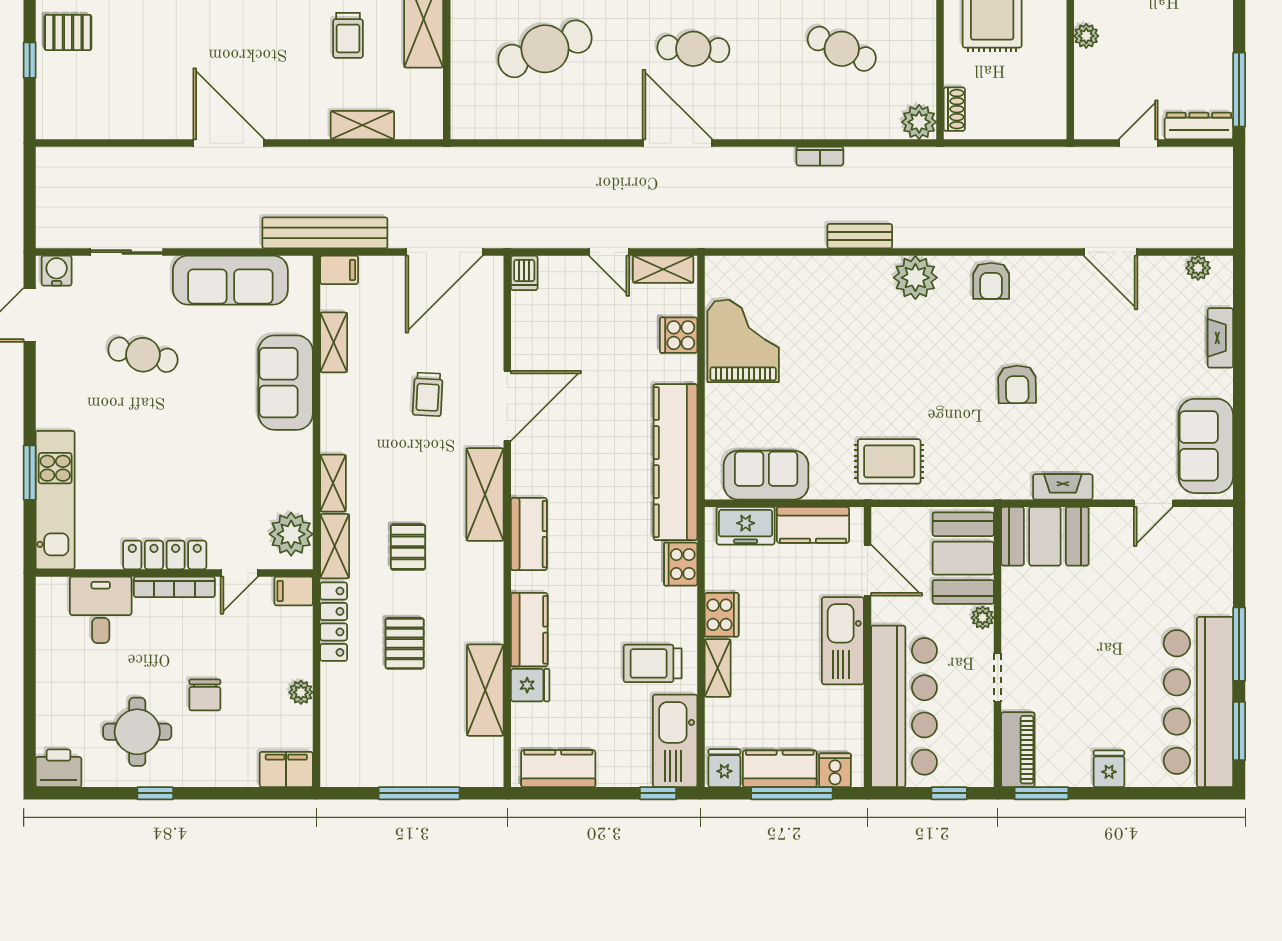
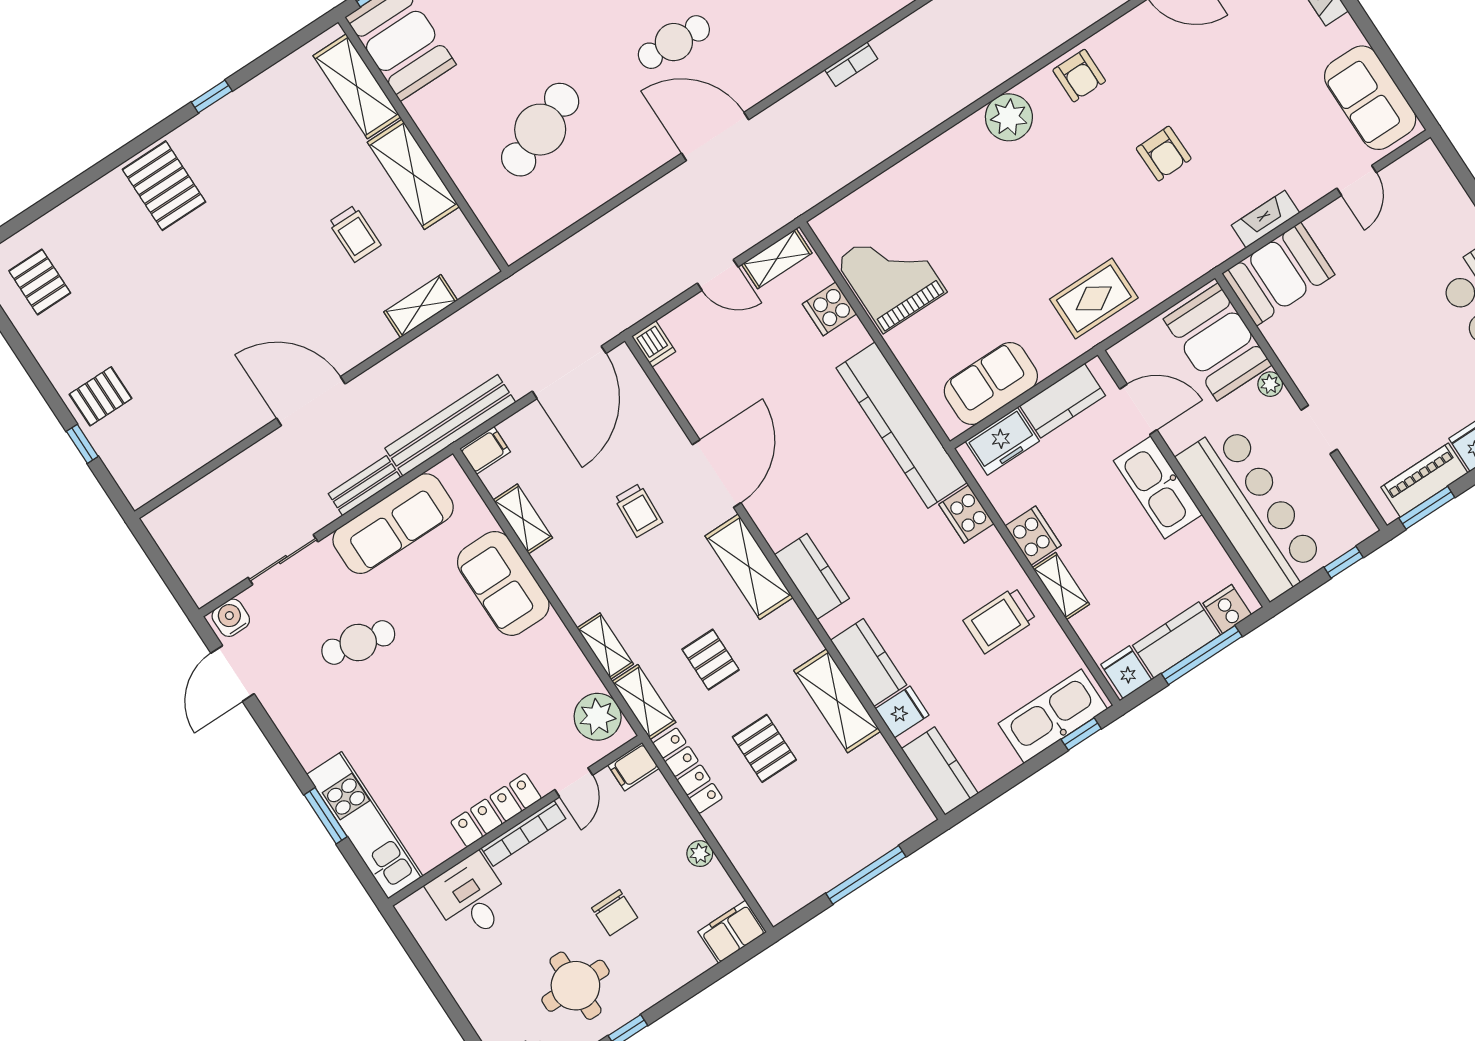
bench: (860, 236) -> (364, 486), moved
shelving: (485, 690) -> (837, 701), moved
kitchen sink: (675, 741) -> (1053, 716), moved, turned 90
piano: (1018, 750) -> (1424, 480), moved, turned -90
kitchen counter: (558, 769) -> (940, 771), moved, turned 90

